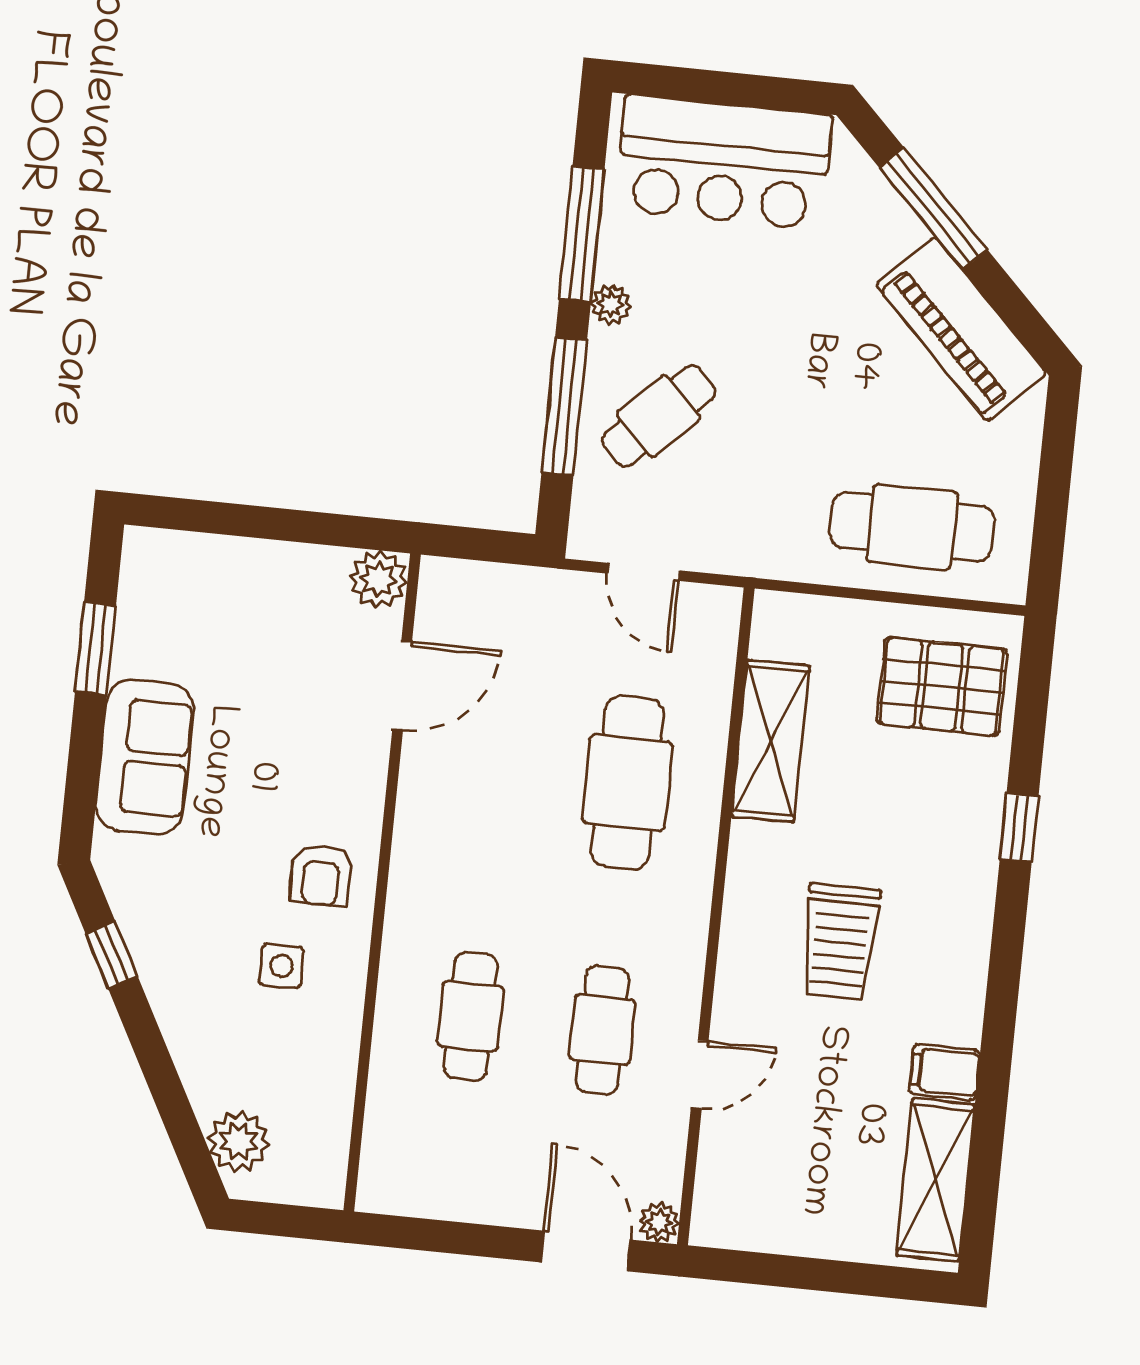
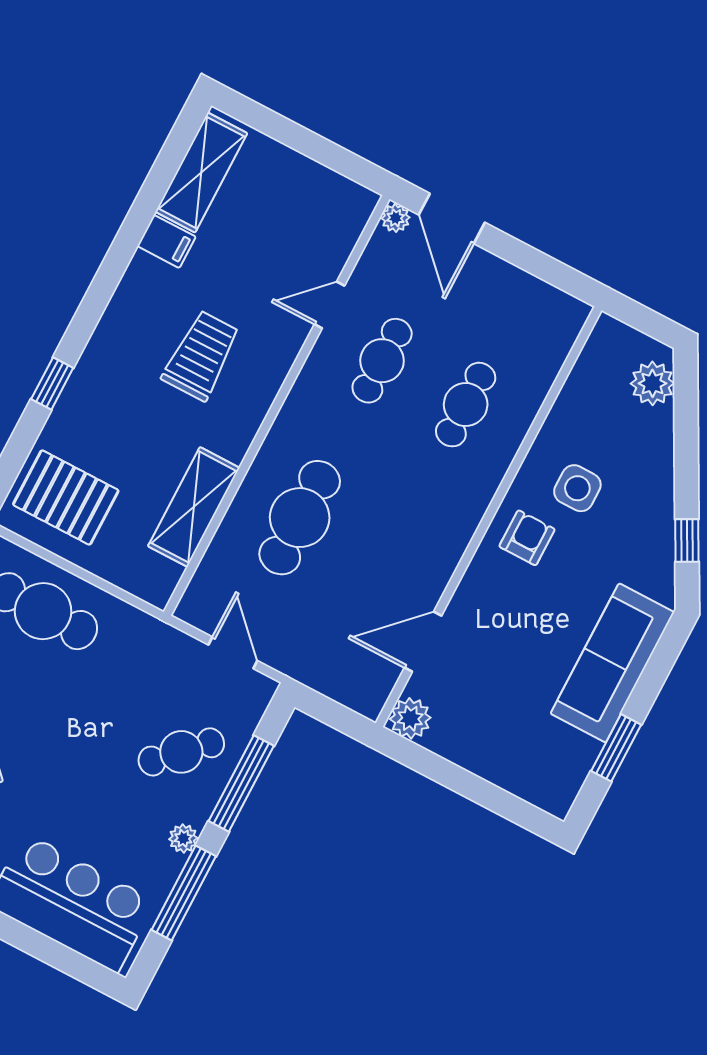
sofa: (145, 757) -> (612, 663), width x1.36
side table: (281, 966) -> (577, 488), width x1.37, depth x1.37

